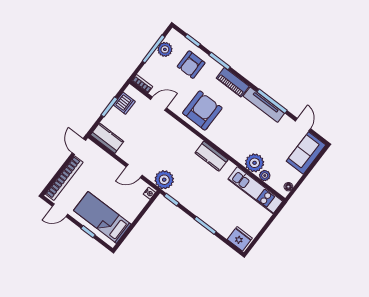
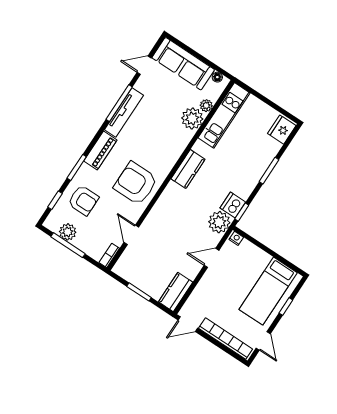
dishwasher: (124, 103) -> (233, 205), moved, turned -90
sofa: (306, 153) -> (183, 64), width x1.36
door: (134, 171) -> (212, 258), swing flipped

